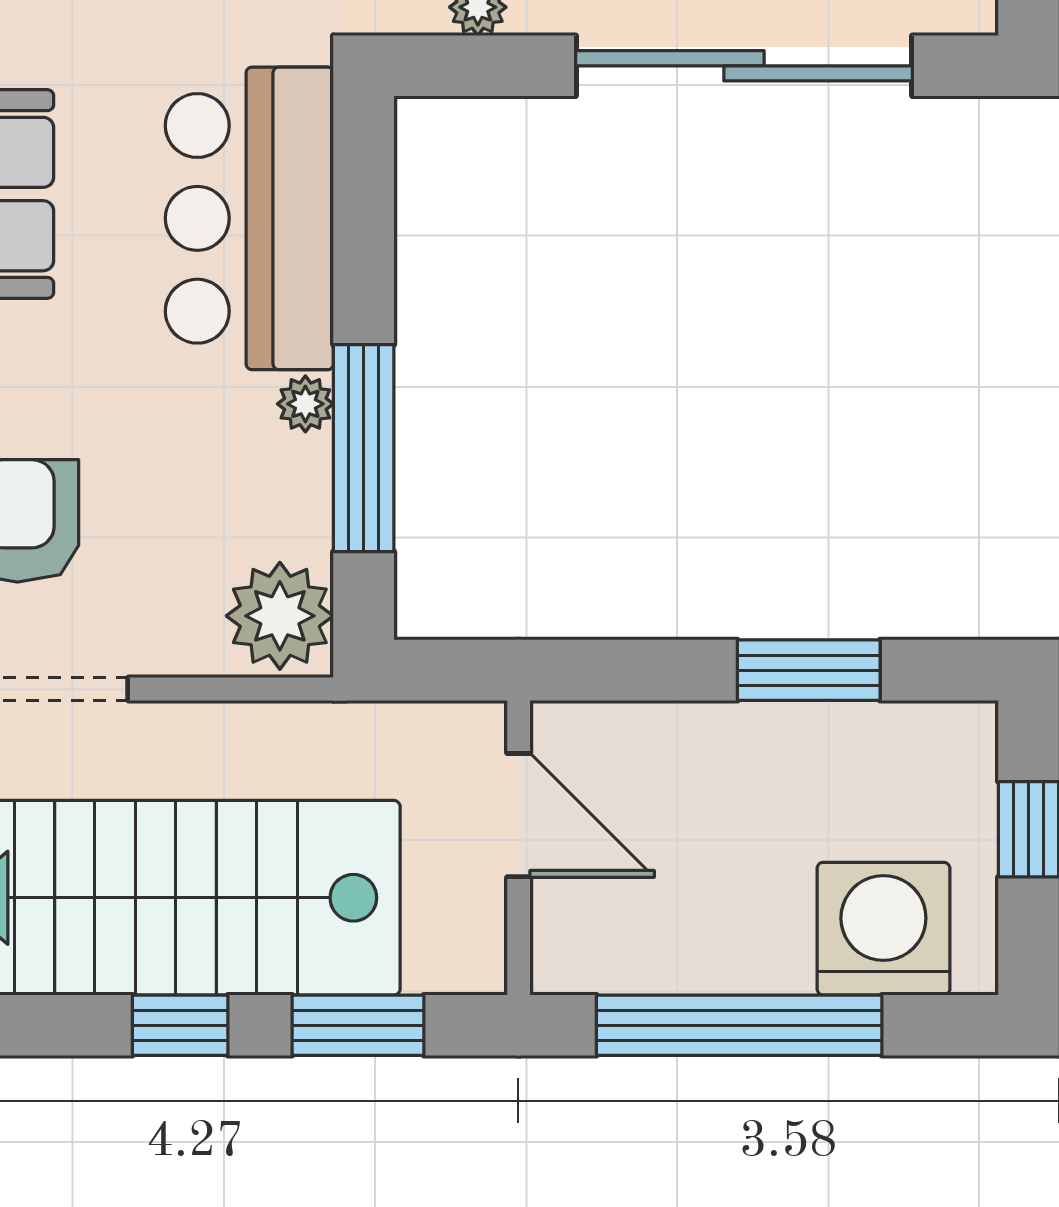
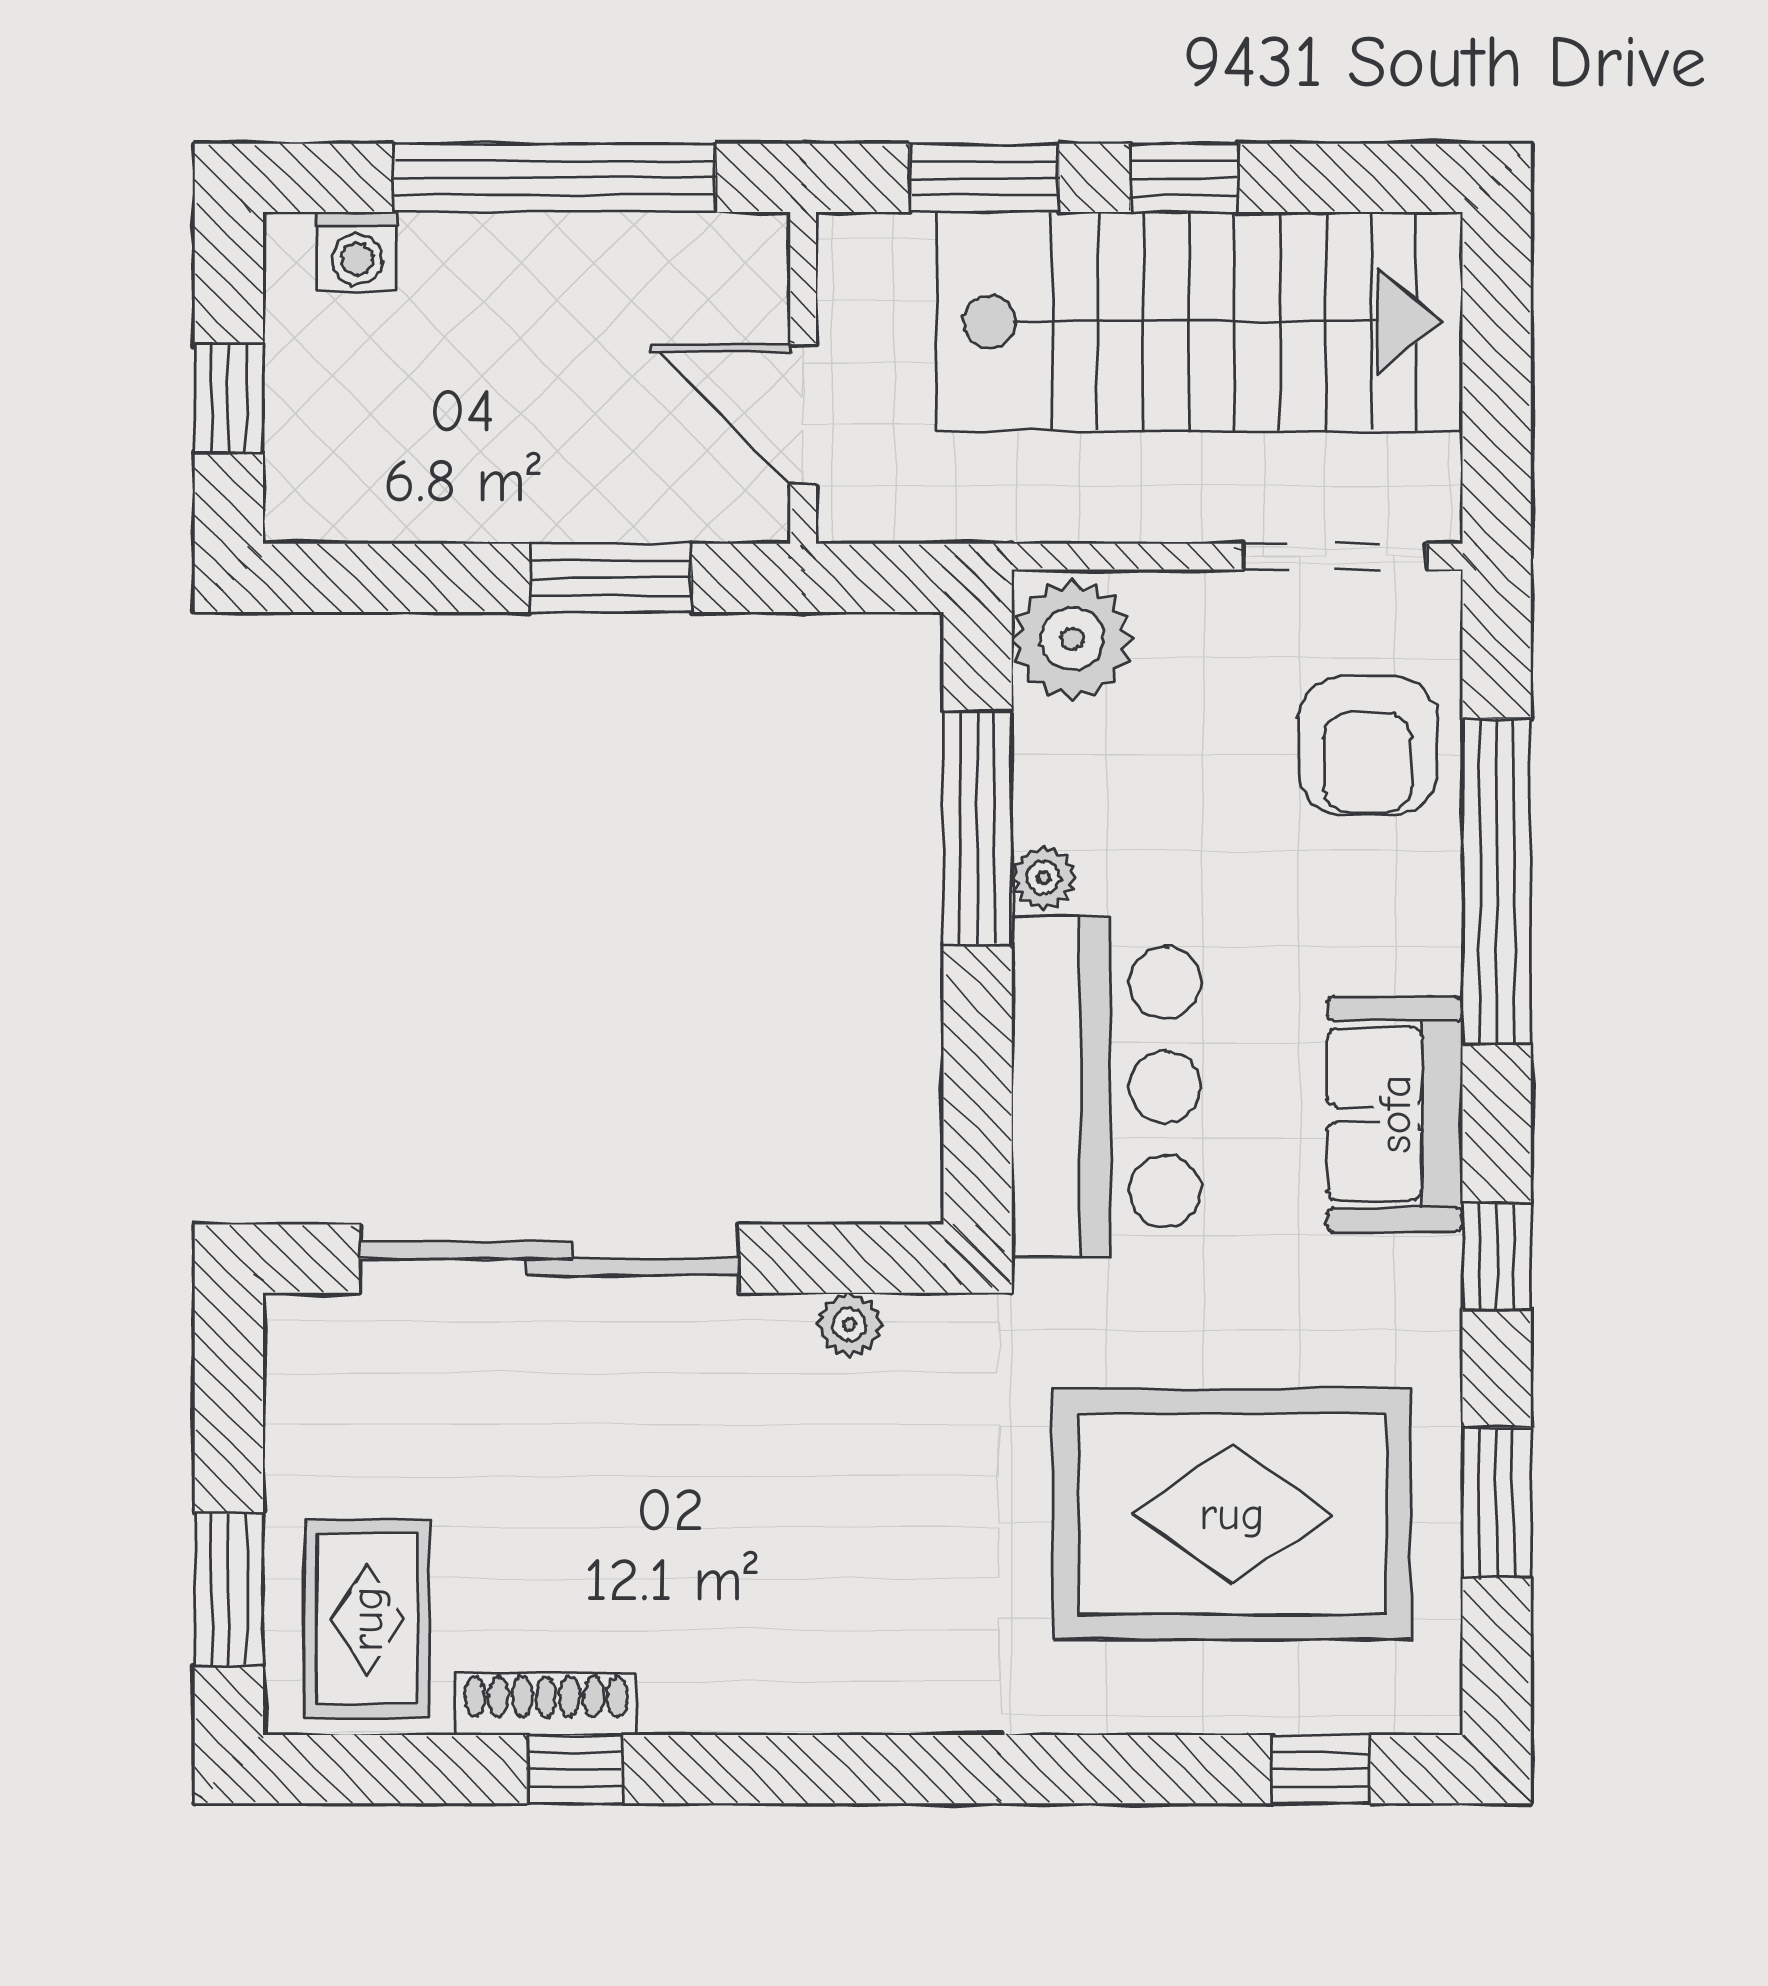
window: (809, 670) -> (611, 578), moved
washing machine: (883, 929) -> (357, 252), width x0.53, depth x0.53

